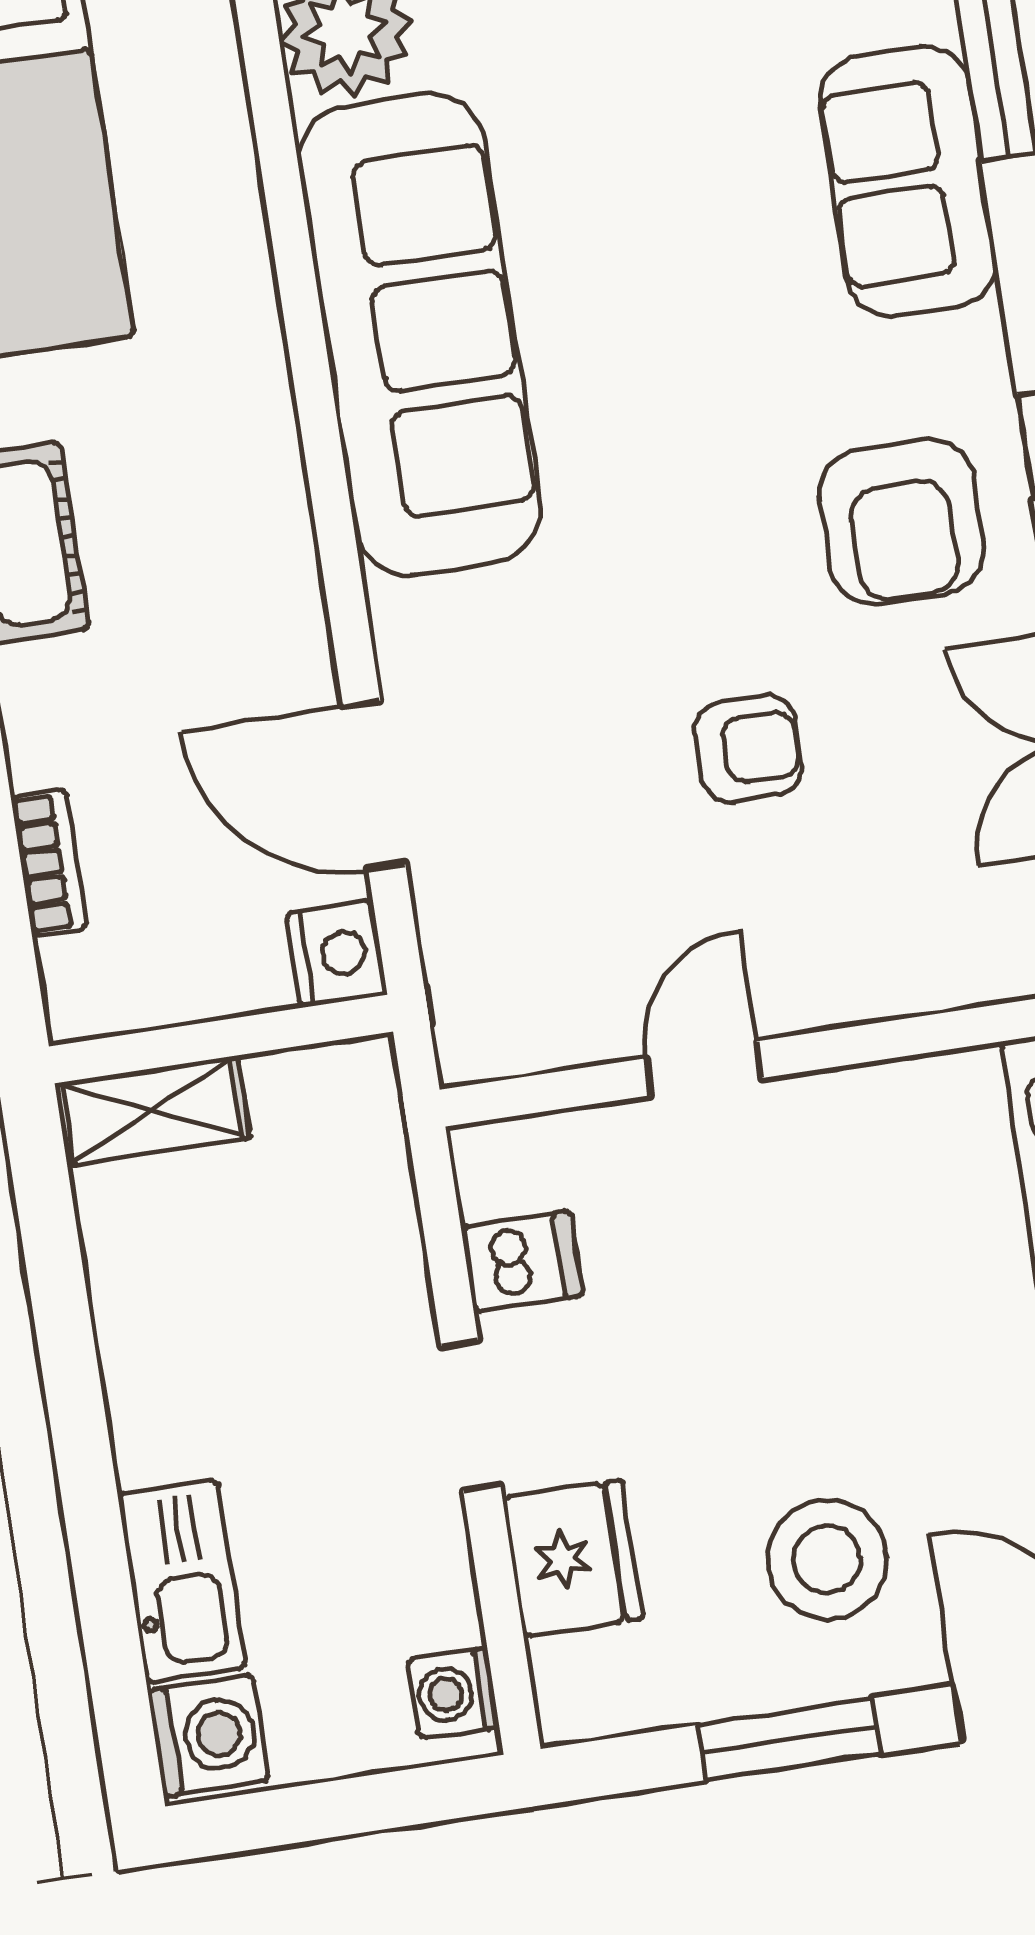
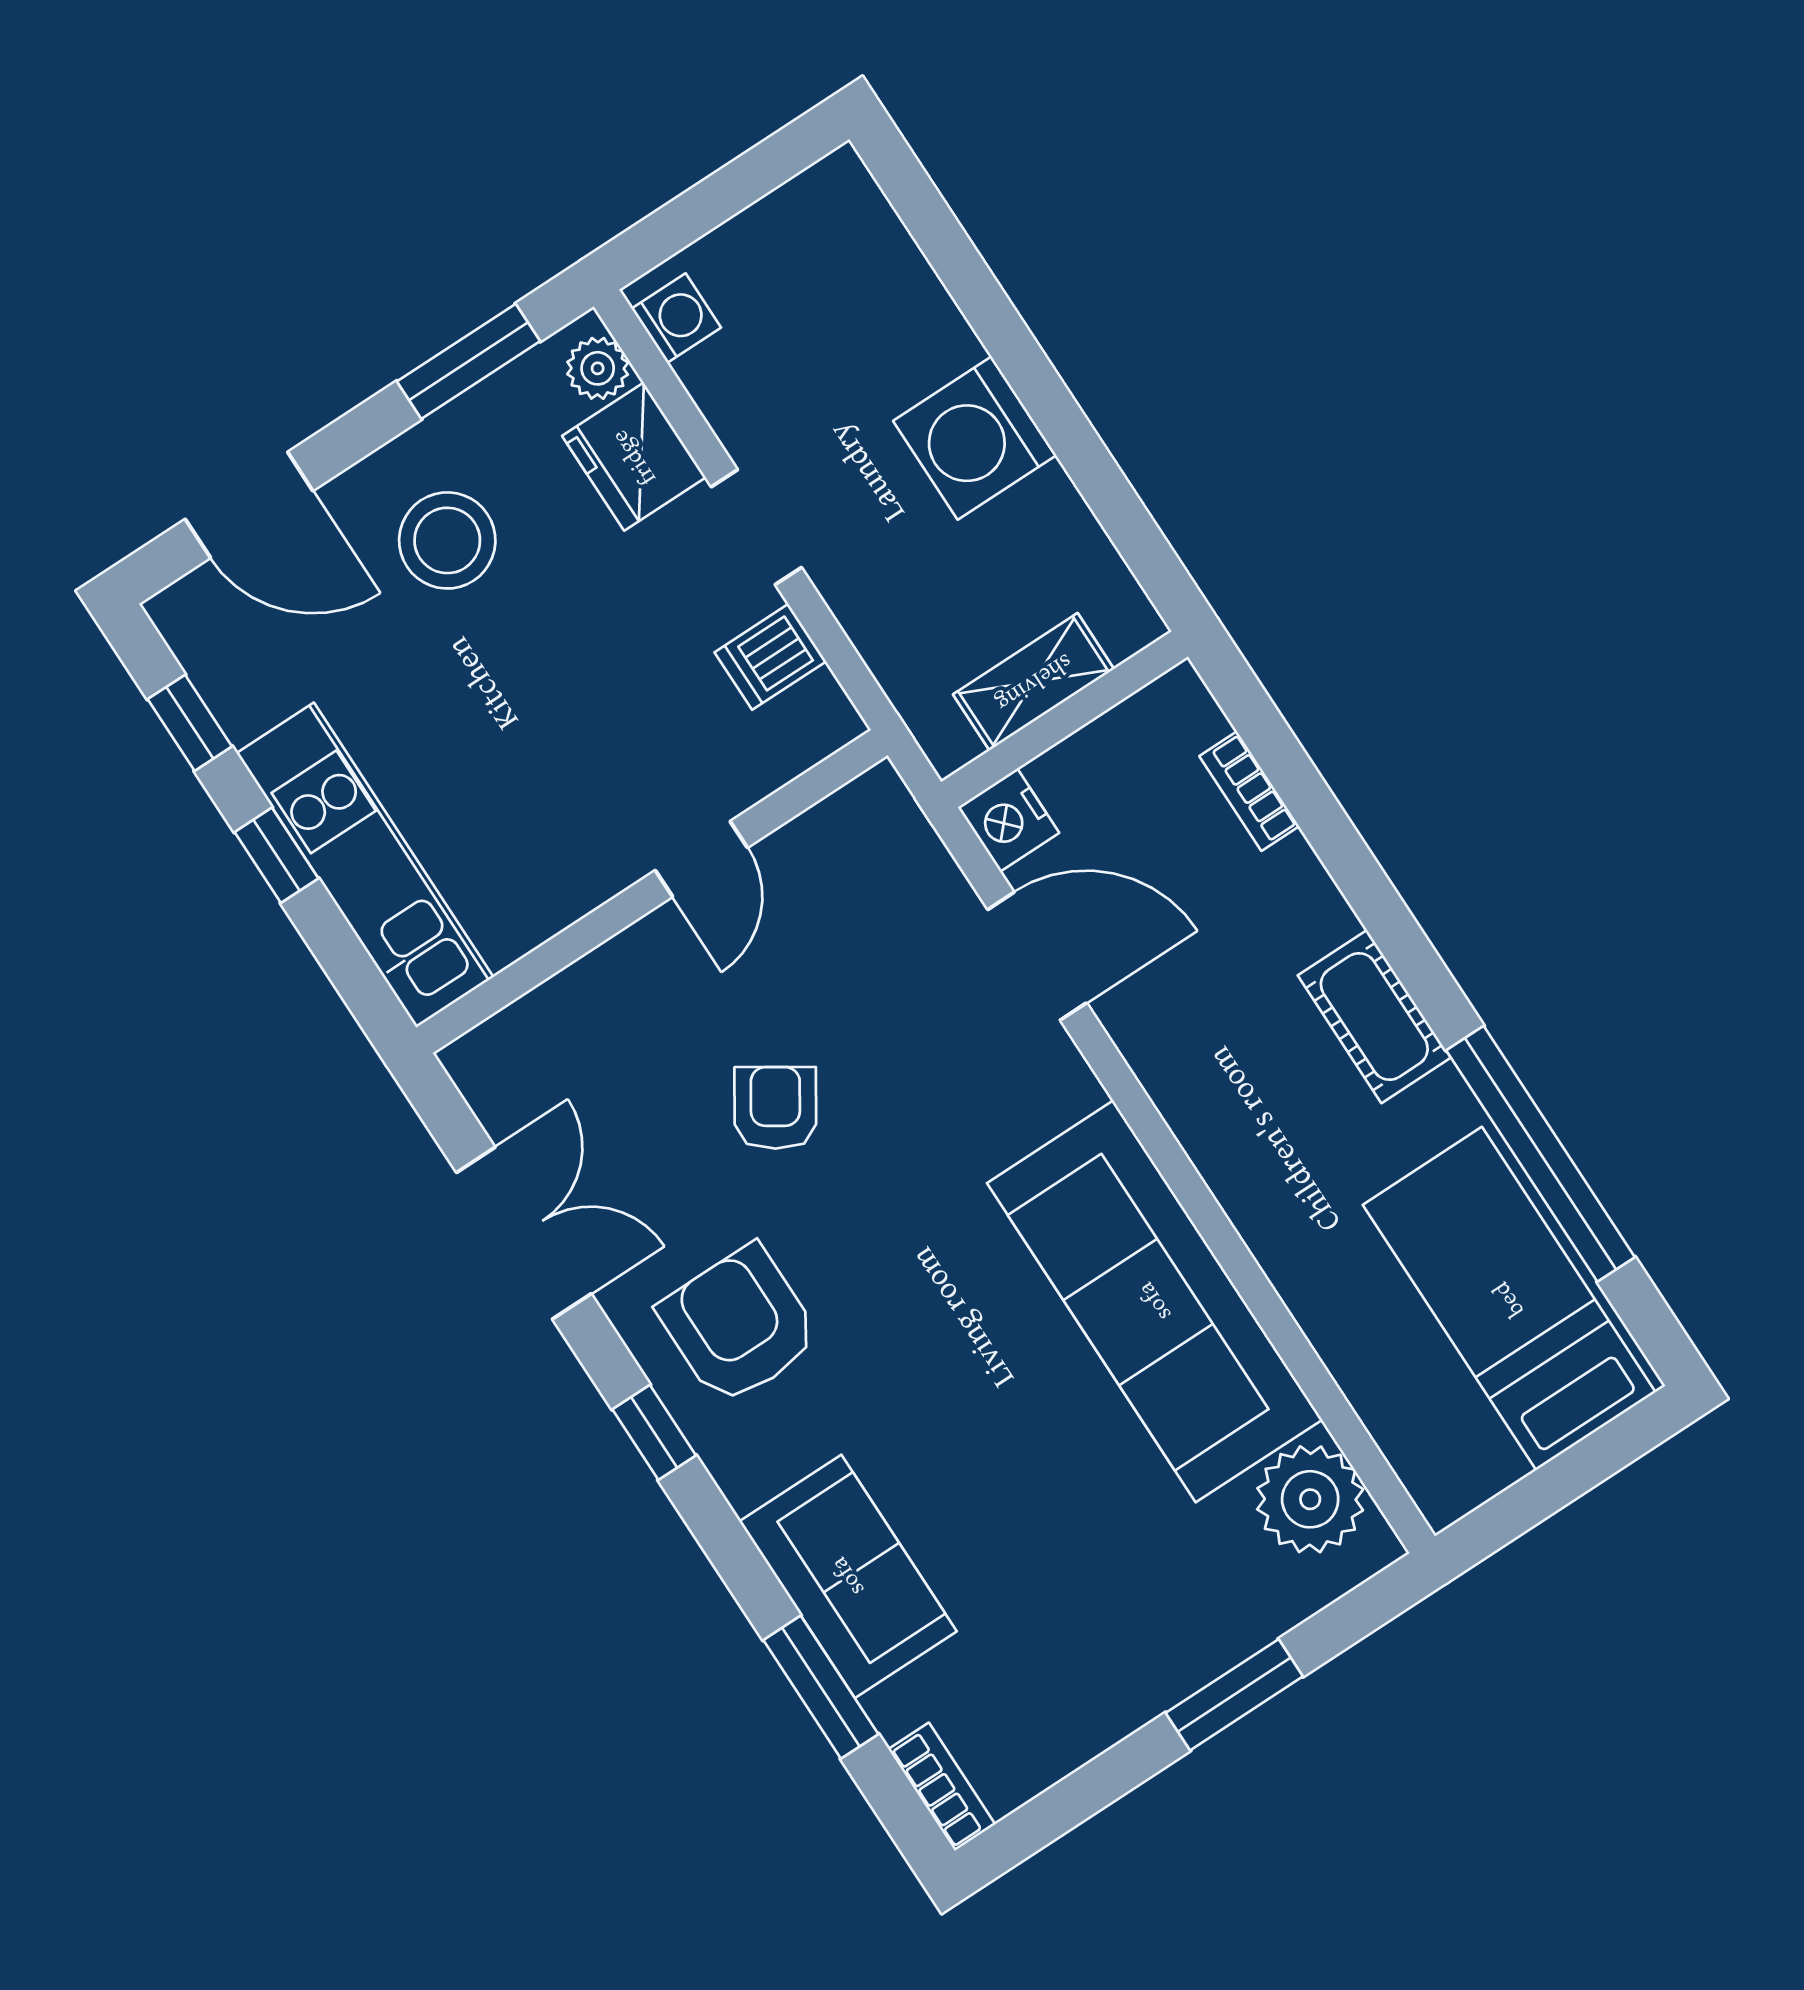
armchair: (749, 749) -> (775, 1108), turned 123
shelving: (152, 1110) -> (1034, 682), moved
kitchen sink: (182, 1581) -> (913, 309), removed
plant: (568, 1677) -> (598, 368), added
washing machine: (208, 1736) -> (975, 438), moved, width x1.37, depth x1.37
window: (790, 1739) -> (469, 361), moved

